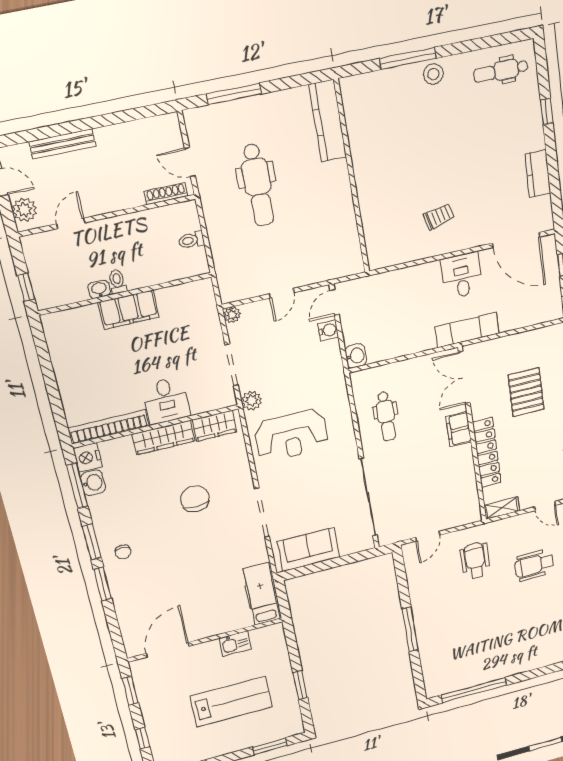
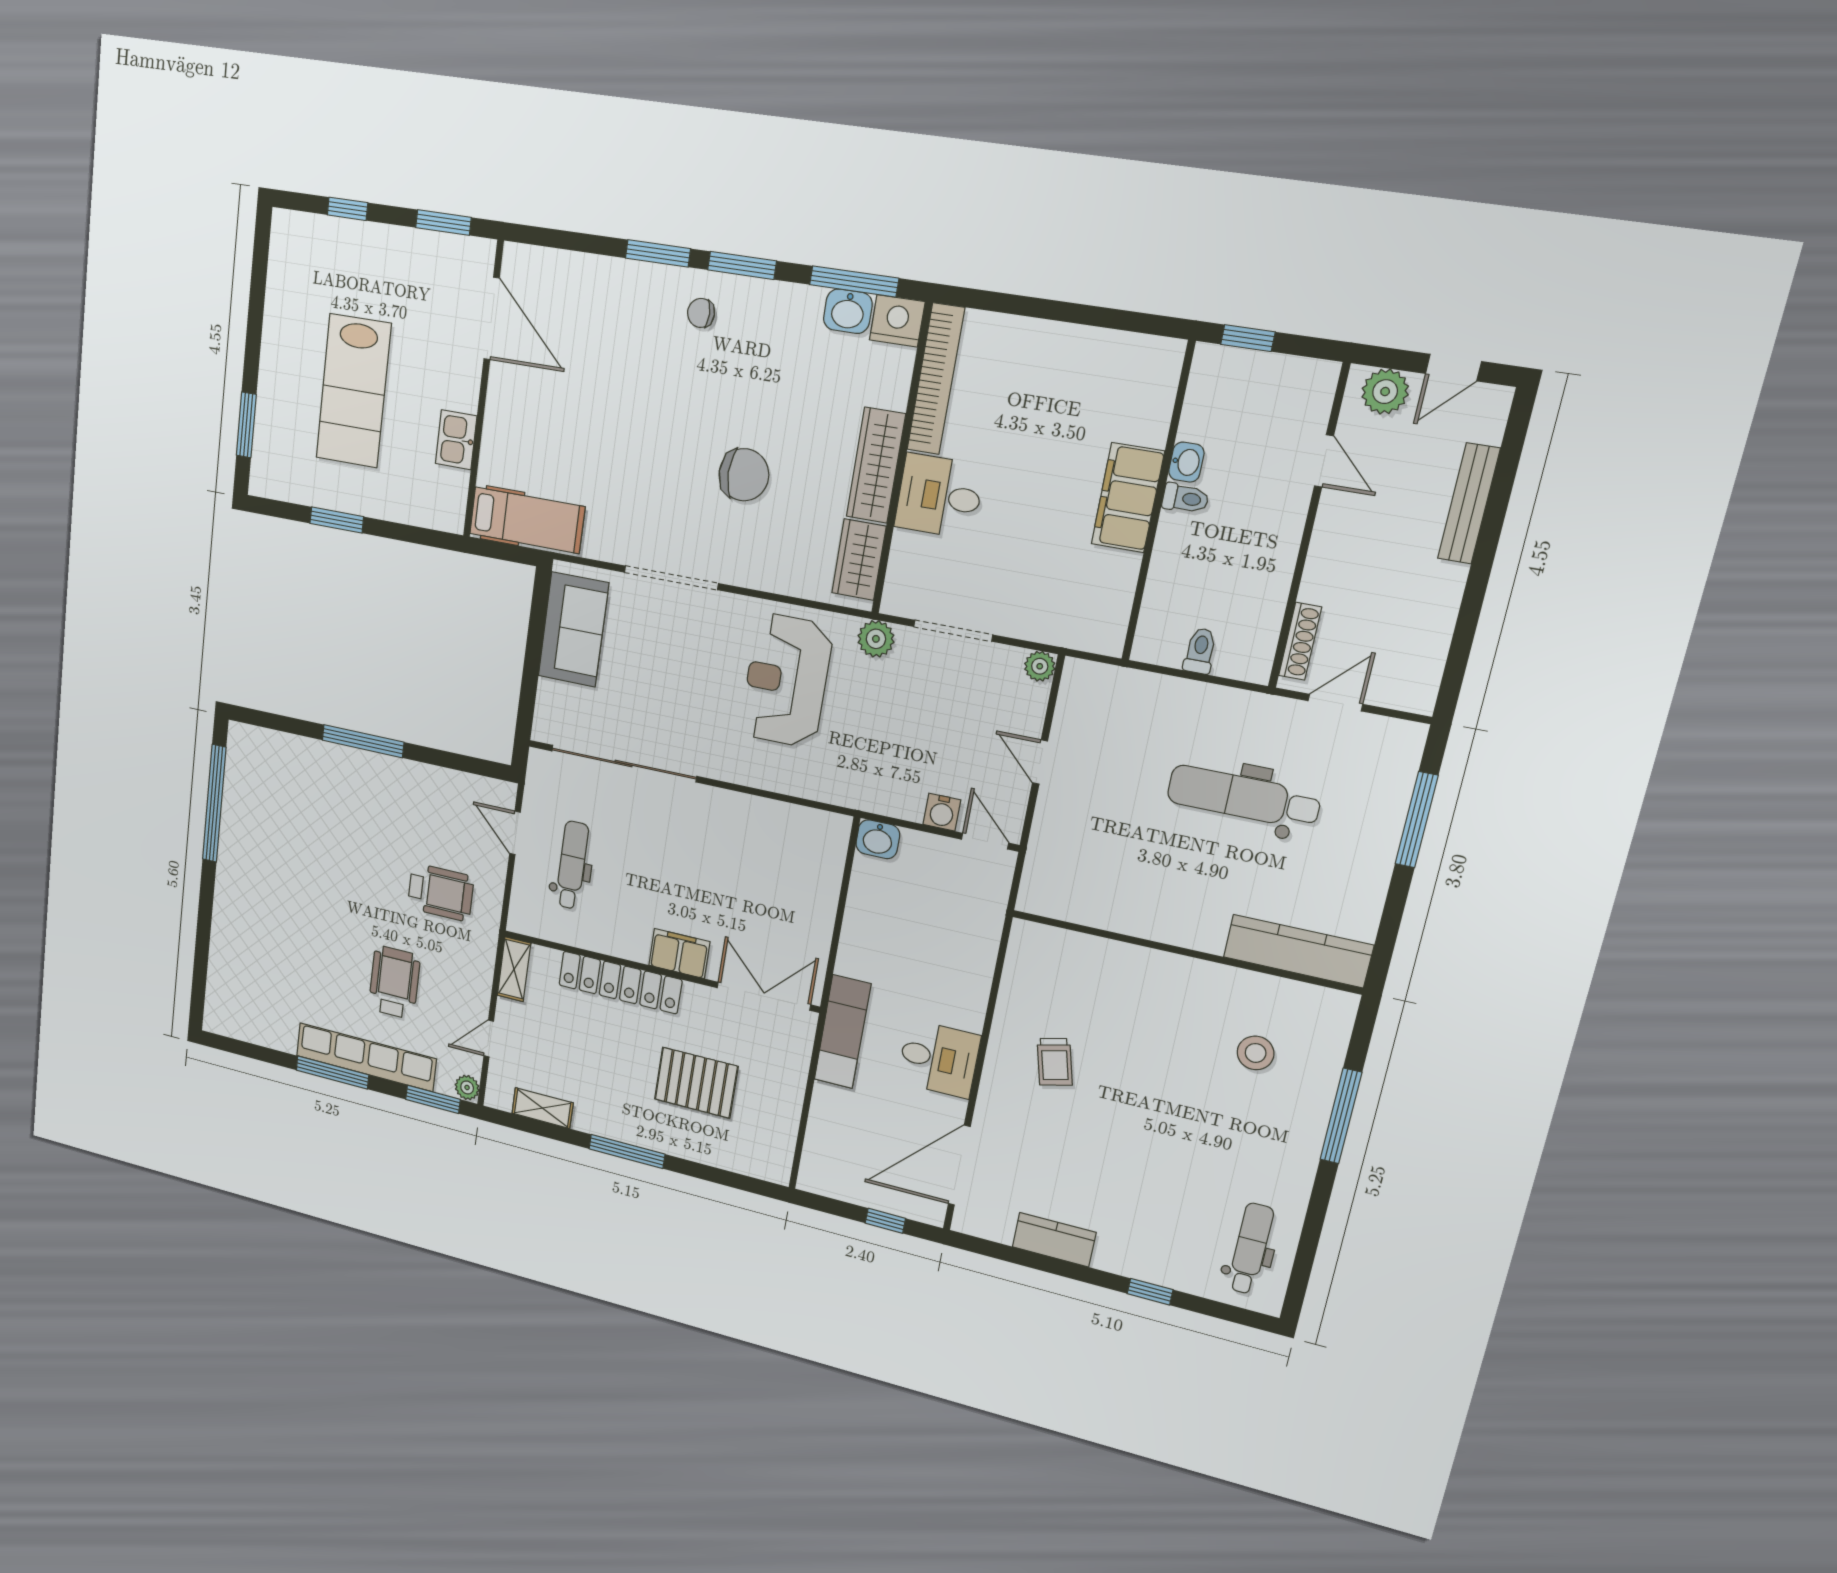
stool: (433, 74) -> (1256, 1053), moved
dental chair: (386, 416) -> (572, 865), moved, turned 90

